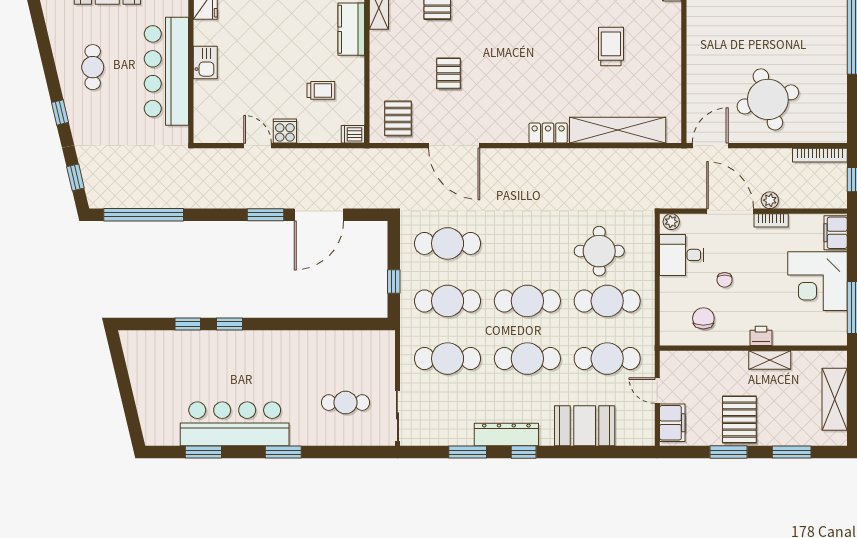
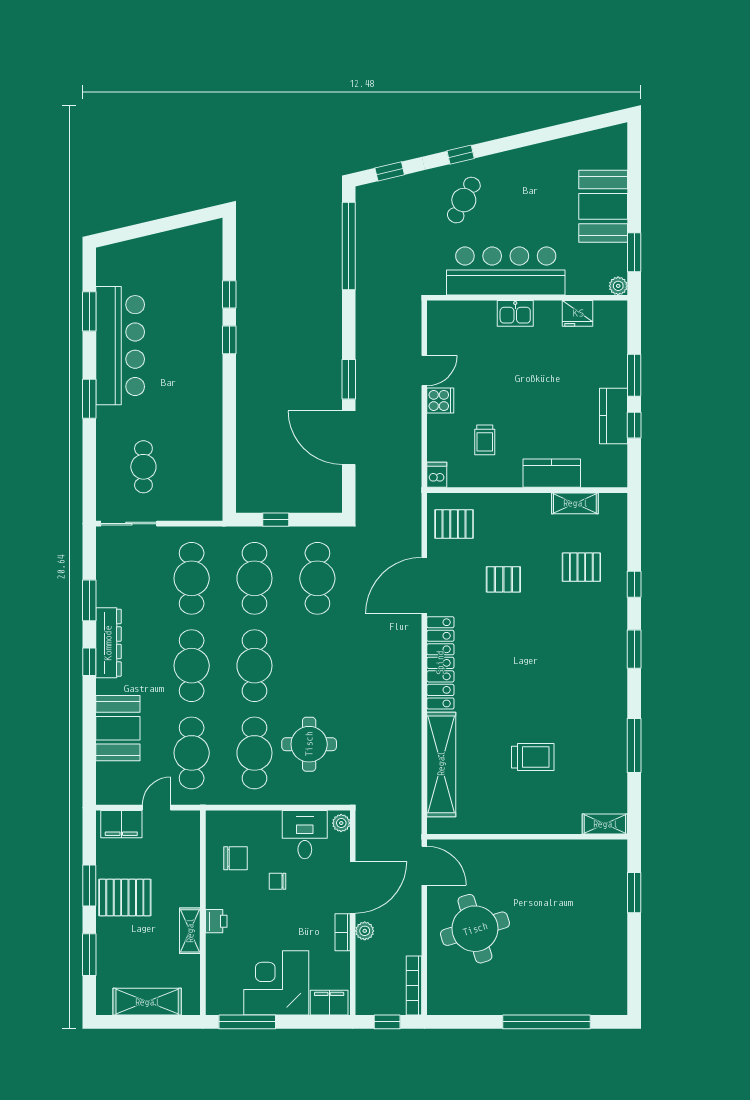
cafe table: (93, 67) -> (464, 200), moved, turned -62
locker: (548, 133) -> (440, 663), width x2.16, depth x1.21

